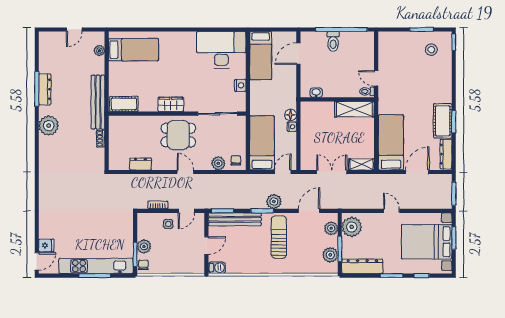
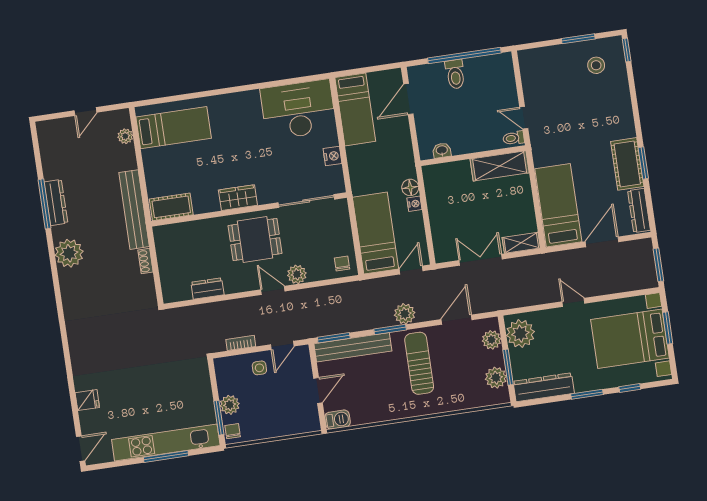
plant: (218, 163) -> (297, 274), moved
fridge: (46, 245) -> (87, 400), moved

